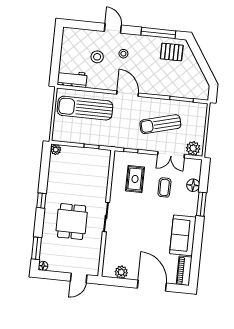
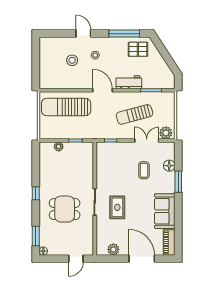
workbench: (72, 79) -> (129, 82), moved
plant: (56, 150) -> (59, 147), moved
double door: (171, 155) -> (147, 140), swing flipped
rug: (135, 179) -> (117, 207), moved
dining table: (72, 222) -> (65, 209), turned 90

